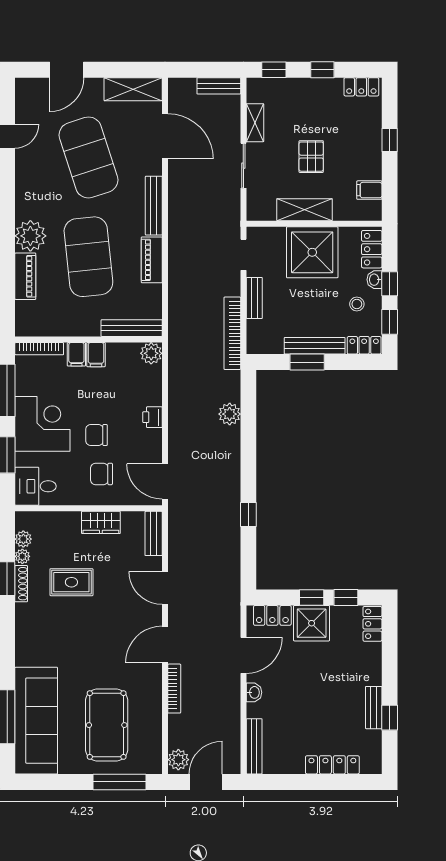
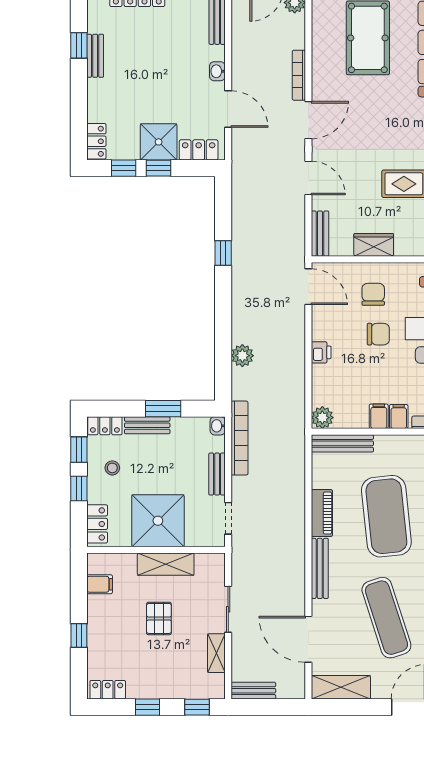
exercise mat: (88, 157) -> (386, 618), width x0.68
washbasin: (374, 280) -> (218, 426), moved, turned 180
bench: (315, 346) -> (147, 425), width x0.73
chair: (101, 474) -> (373, 294), turned -90
door: (243, 655) -> (228, 109), swing flipped

